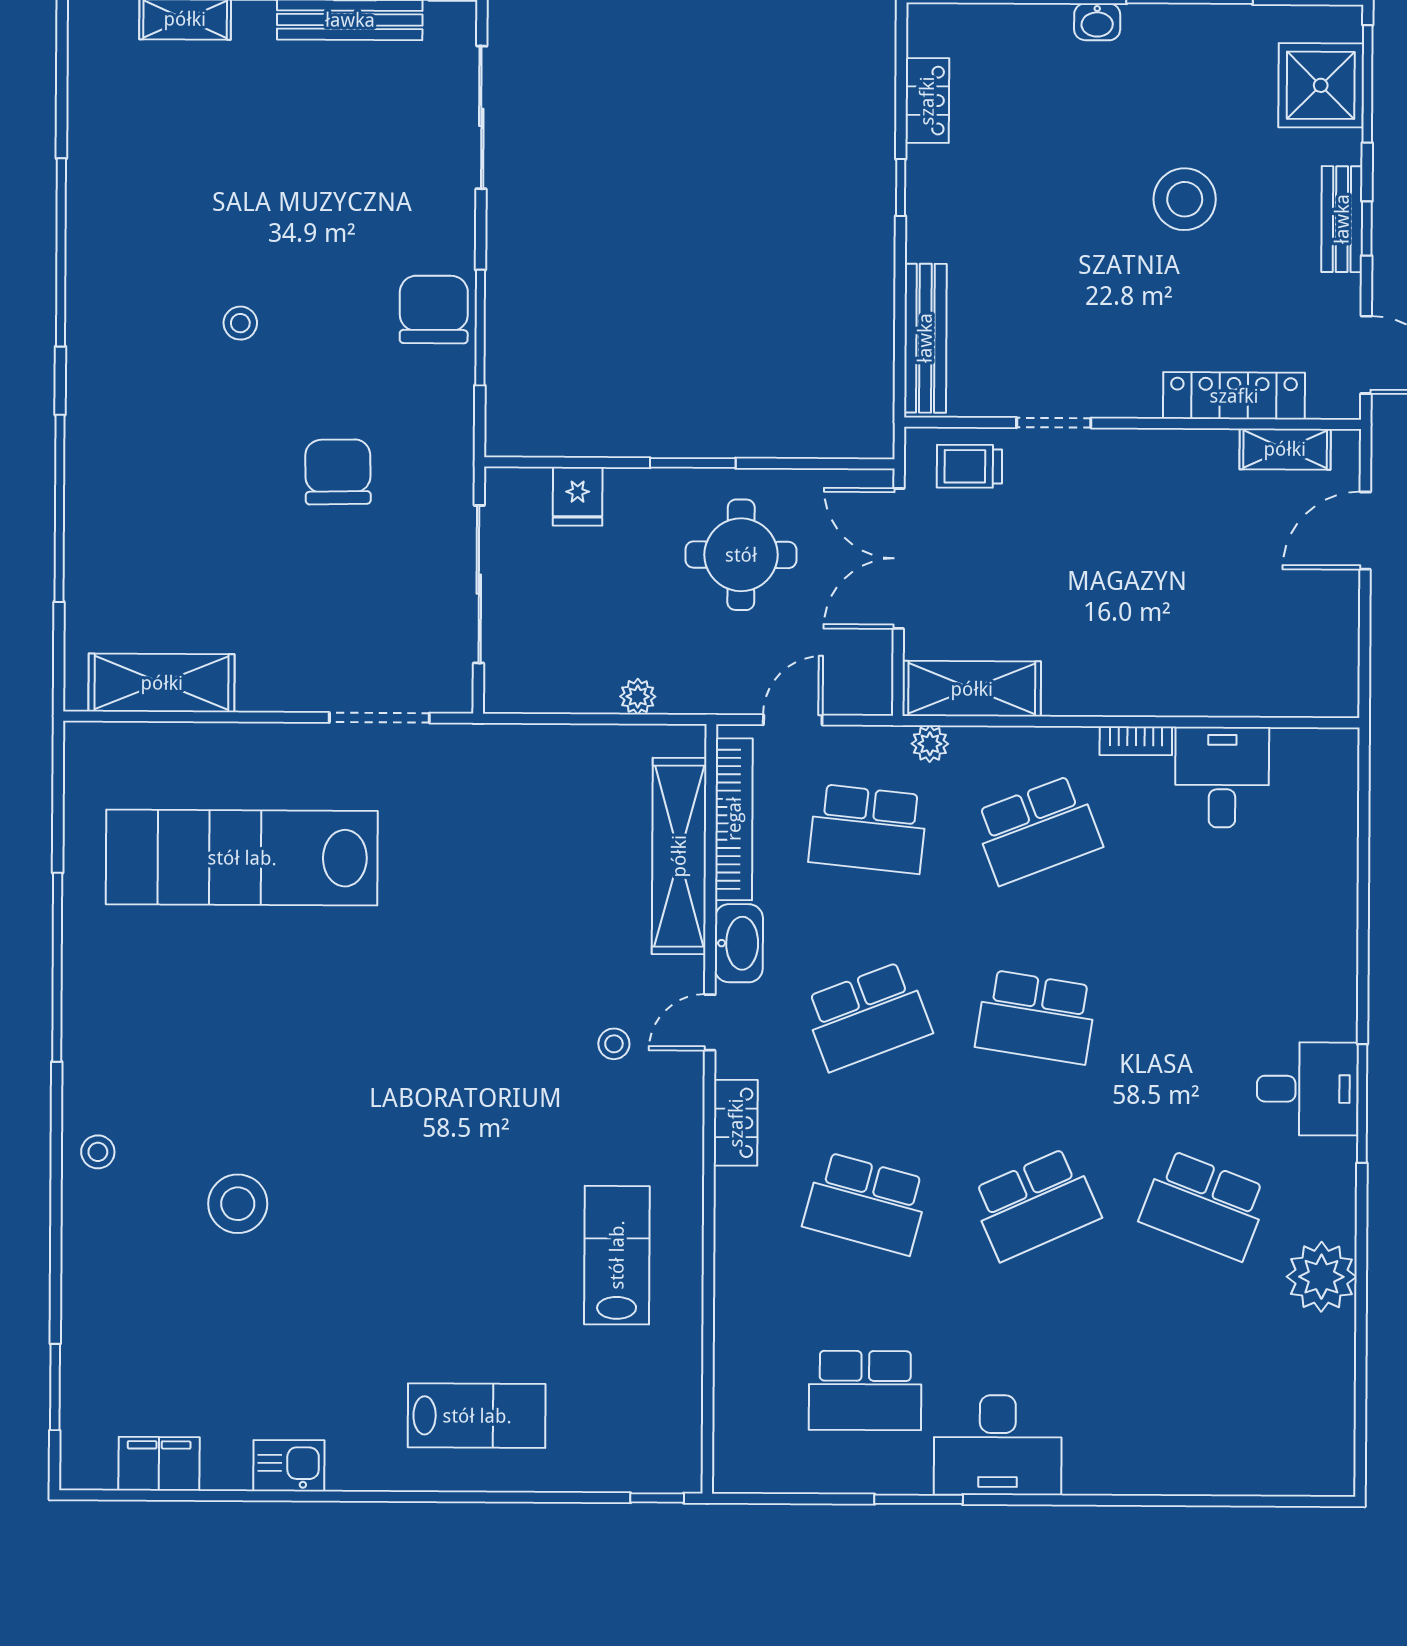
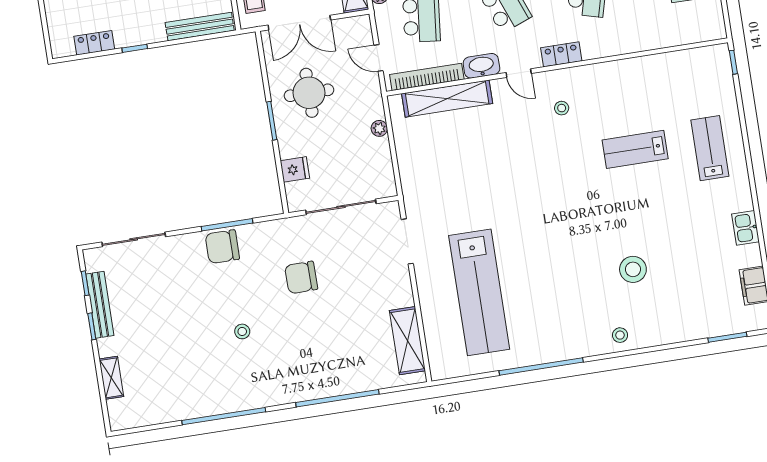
stool: (614, 1044) -> (562, 108), moved
lab bench: (617, 1255) -> (635, 149), moved

